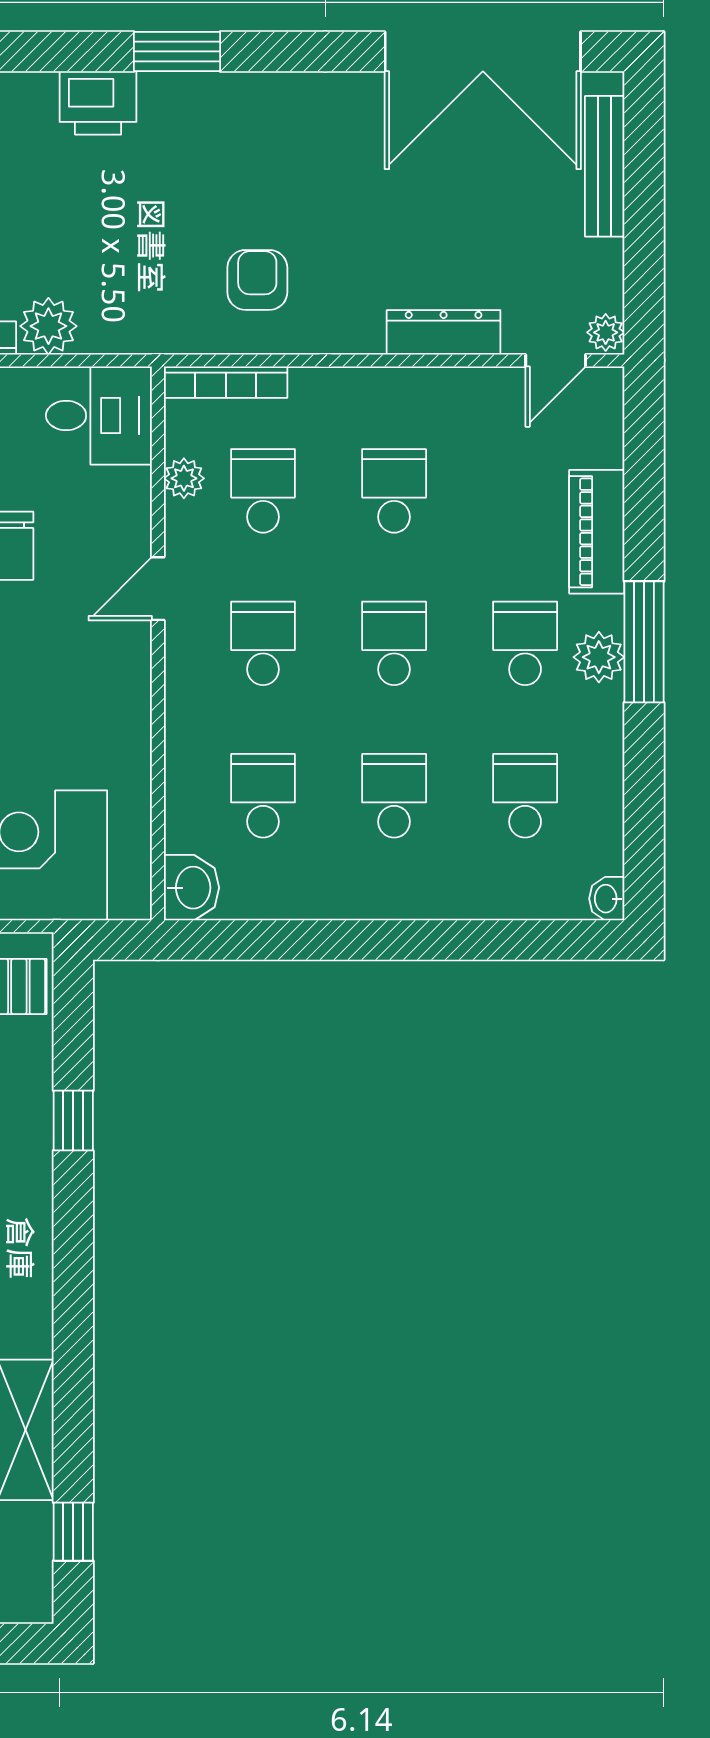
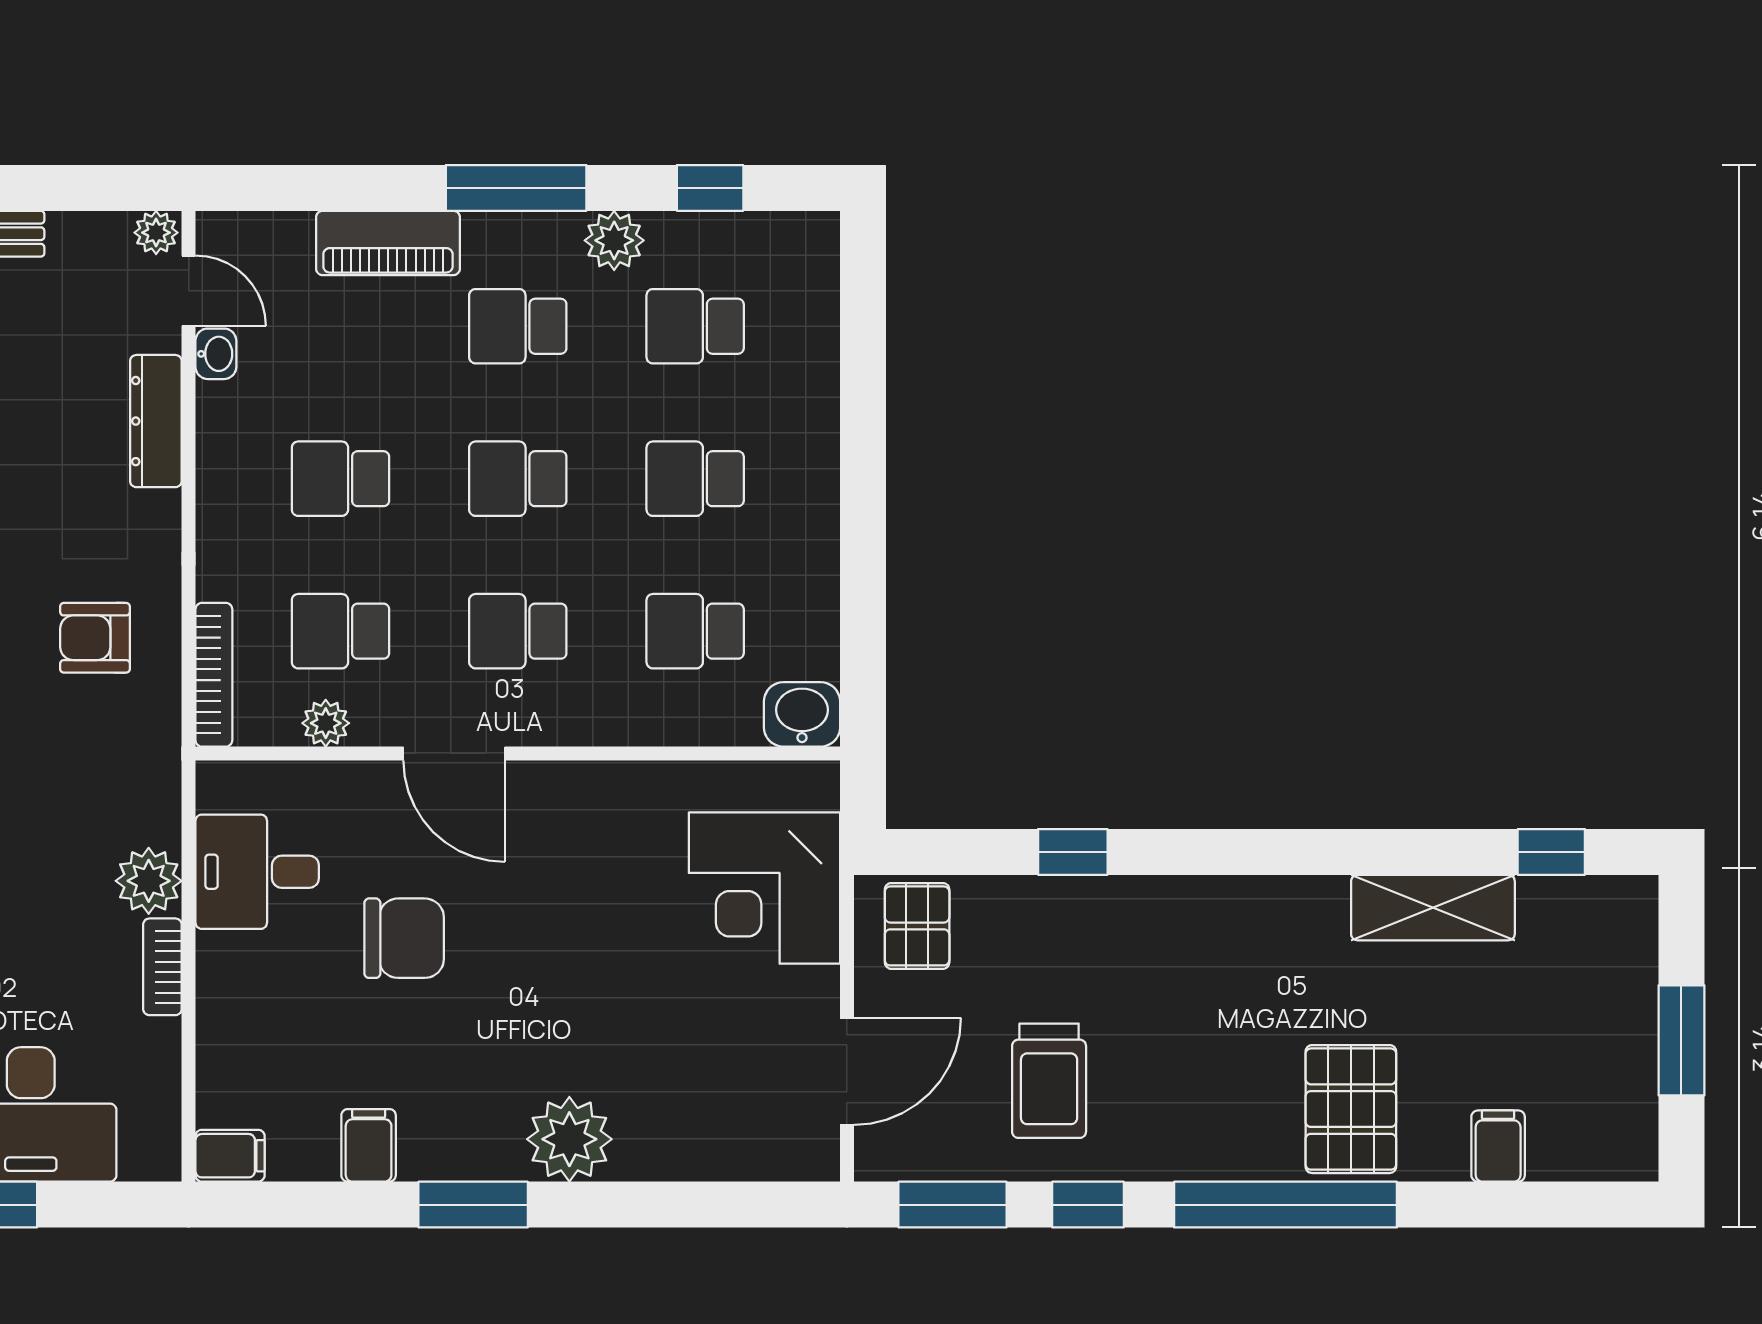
desk: (99, 416) -> (257, 872), moved, turned -90
door: (158, 589) -> (454, 753), width x1.38
plant: (599, 657) -> (614, 240), moved
window: (644, 809) -> (710, 188), added
washbasin: (607, 899) -> (216, 354), moved, turned -90

